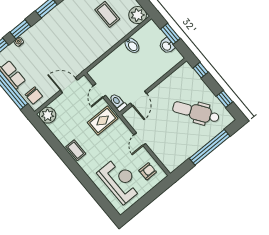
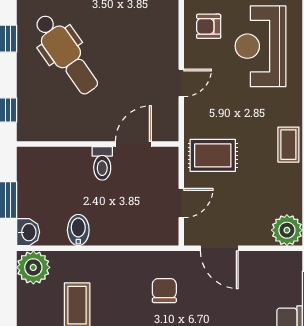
washbasin: (167, 46) -> (28, 232), moved
chair: (34, 96) -> (164, 291), moved
toilet: (118, 102) -> (102, 163), moved

